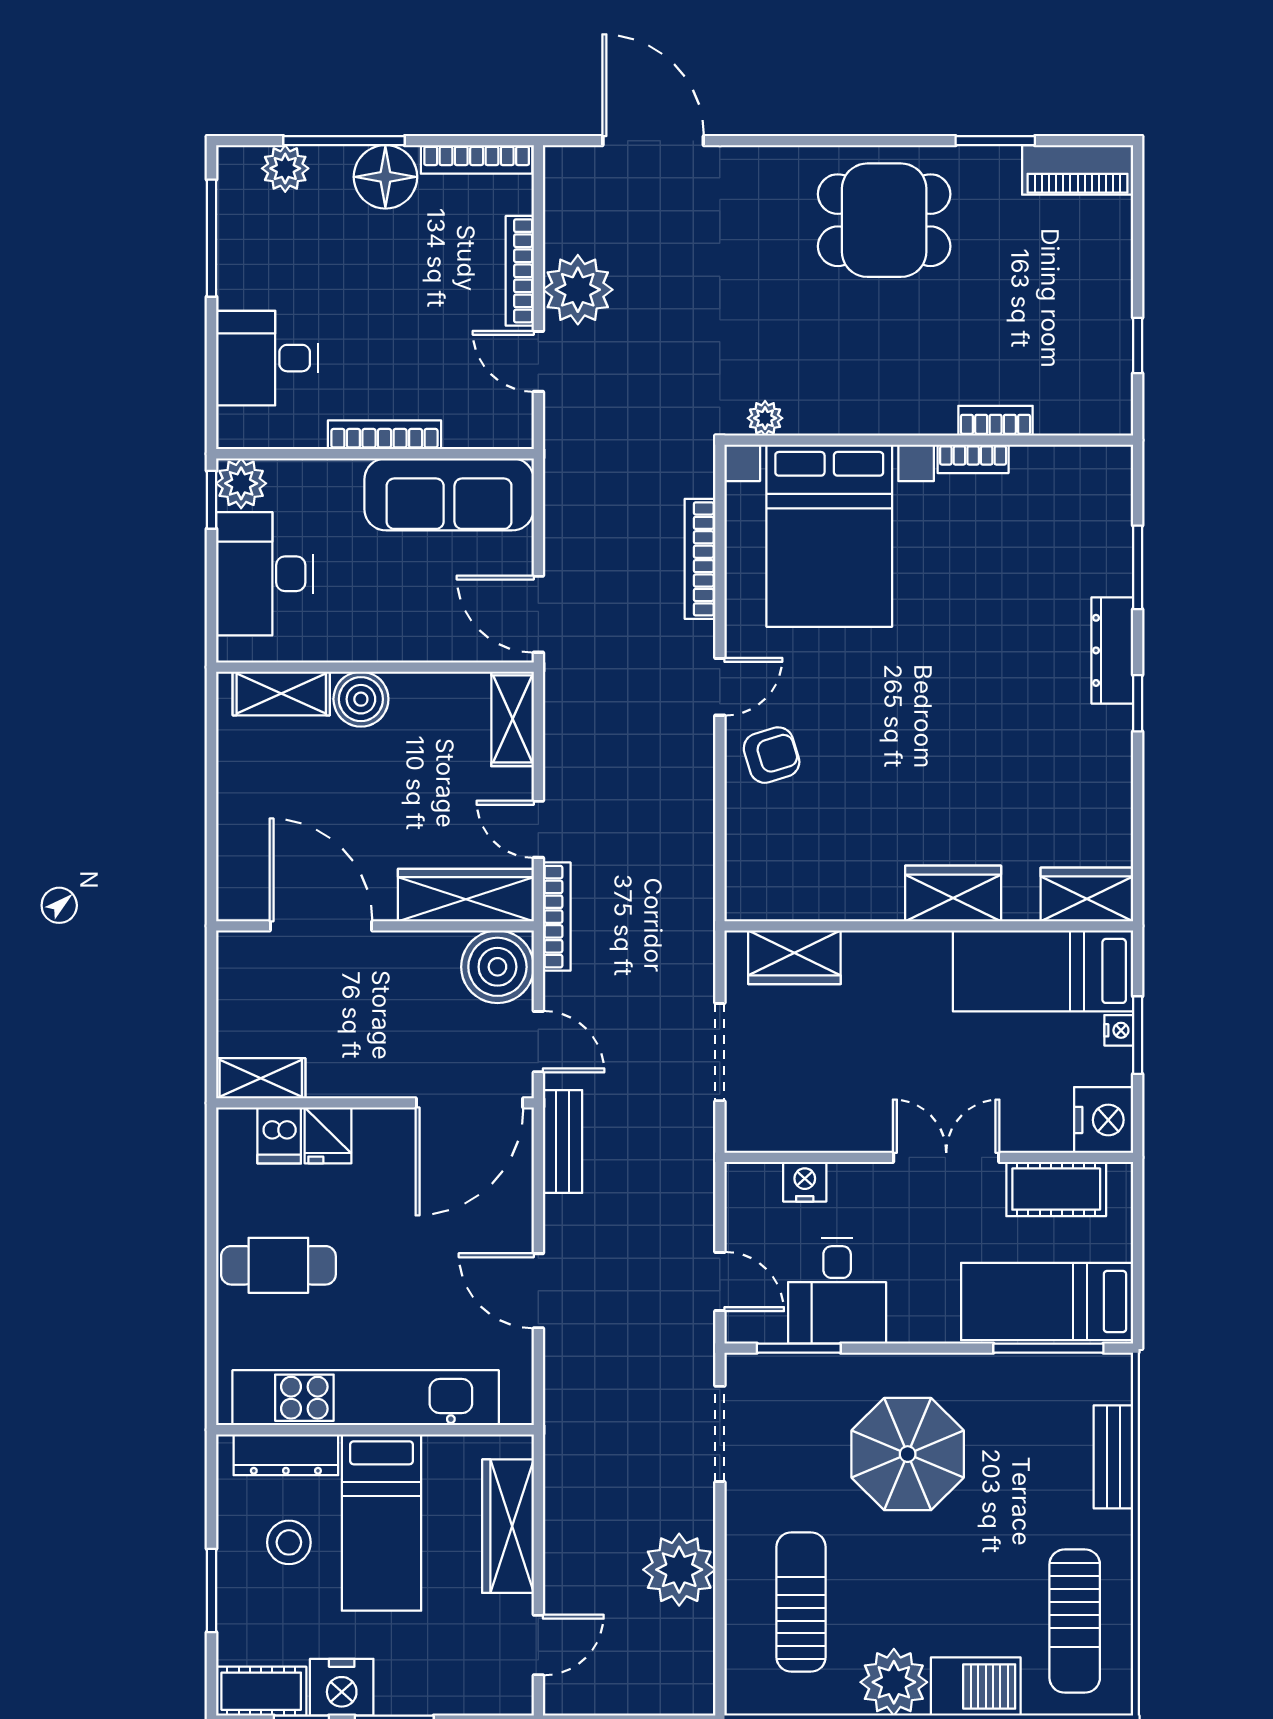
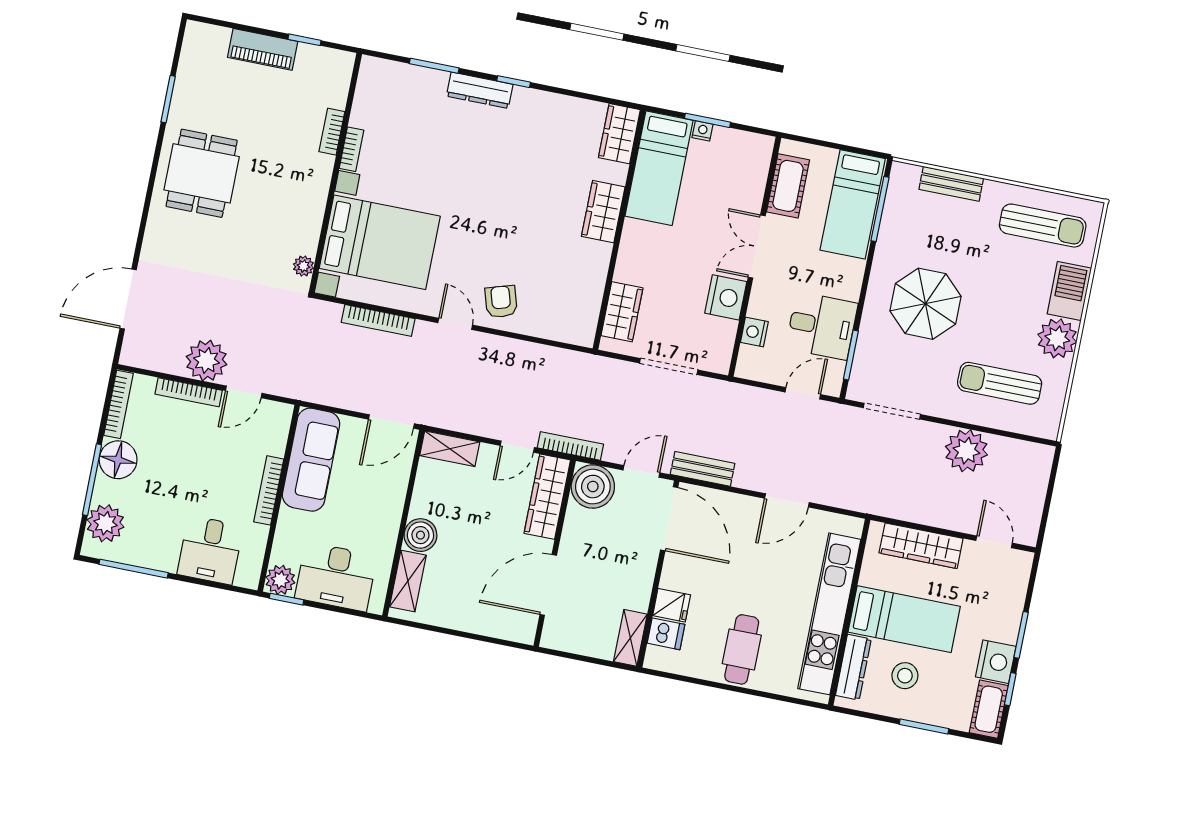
plant: (285, 168) -> (105, 523), width x1.36, depth x1.36
piano: (1078, 170) -> (263, 49), moved, turned 90
nightstand: (1104, 1120) -> (726, 297), moved, turned 90

